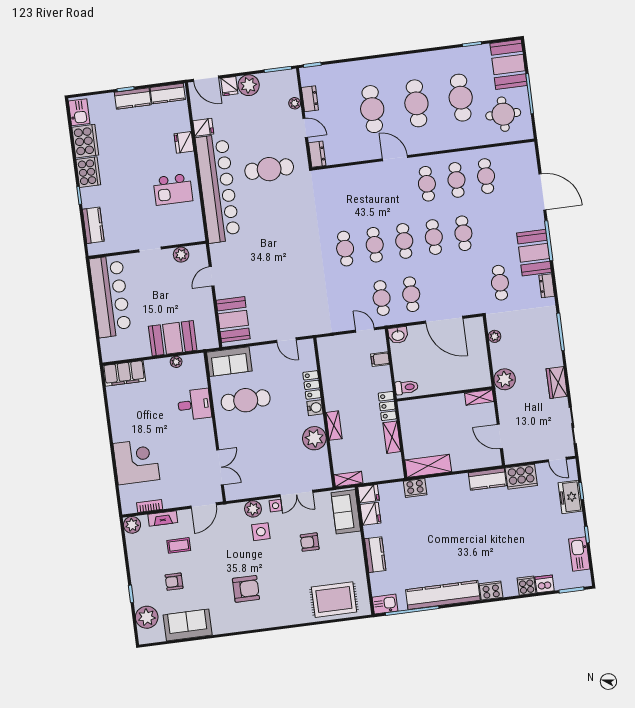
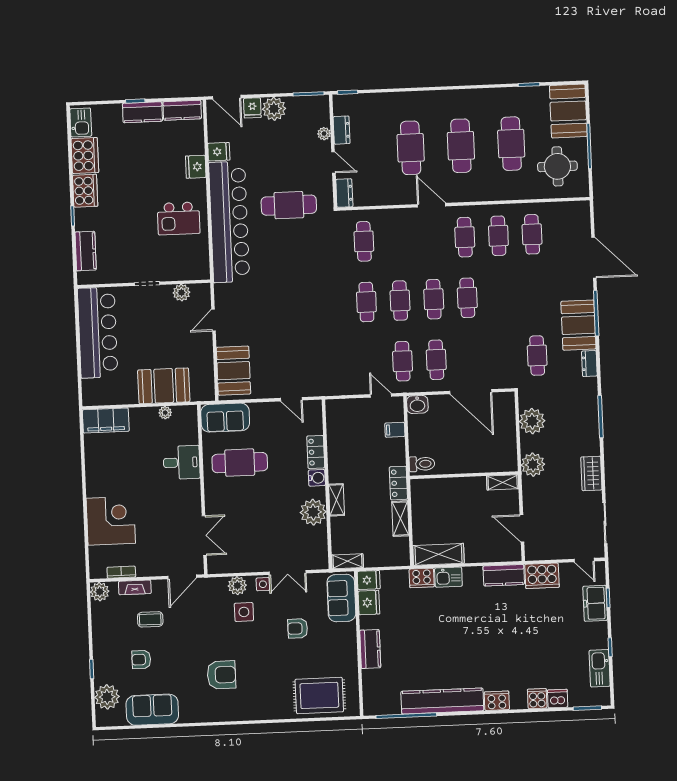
cafe table: (463, 233) -> (364, 241), moved
plant: (495, 336) -> (532, 421), width x1.87, depth x1.87
kitchen sink: (385, 604) -> (448, 577), moved, turned 180

